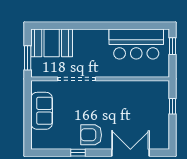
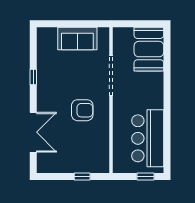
window: (28, 58) -> (133, 24), removed
armchair: (91, 135) -> (82, 110), moved, turned 90

